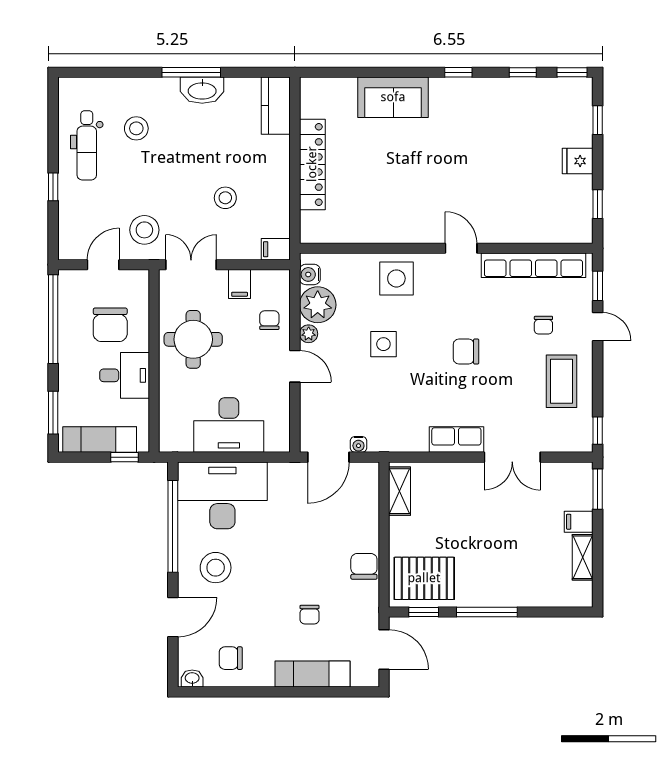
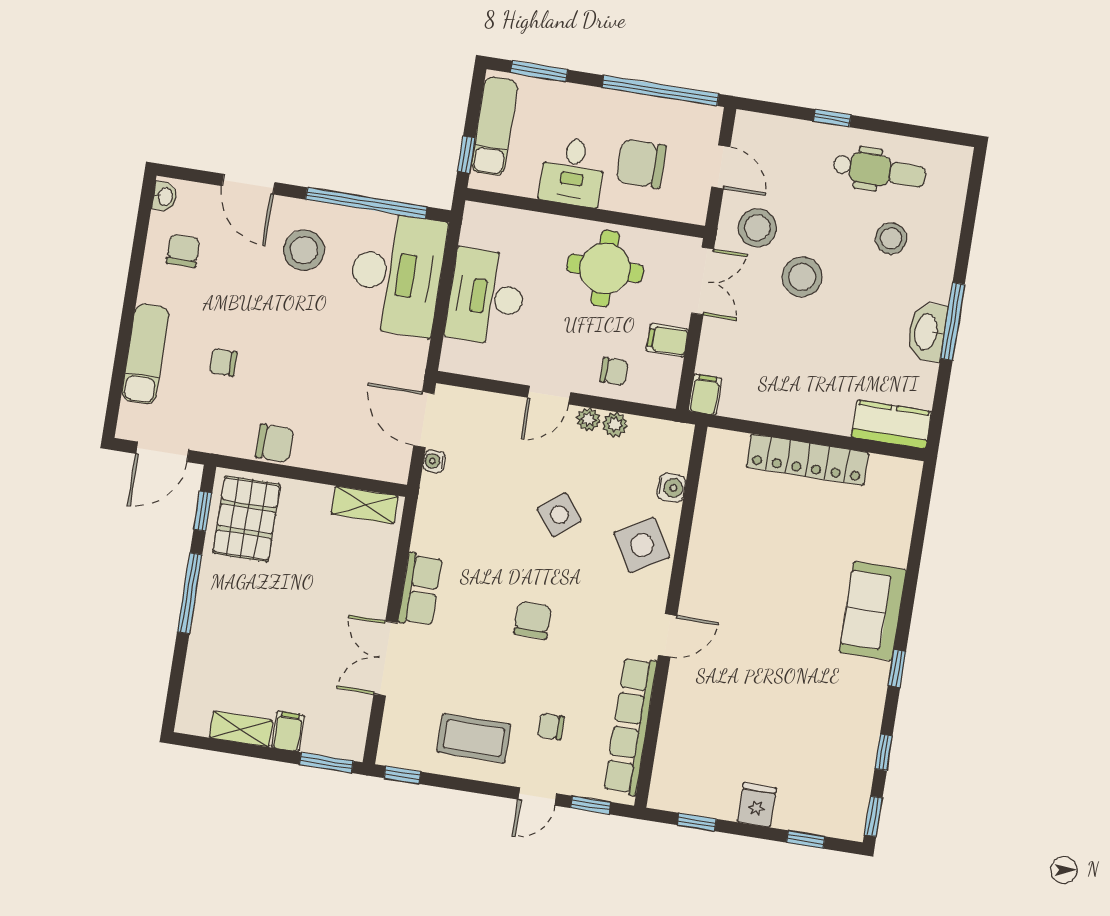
sofa: (393, 97) -> (873, 611), moved
dental chair: (87, 145) -> (879, 170), turned 180
stool: (225, 198) -> (802, 277), moved, width x1.38, depth x1.38
water cooler: (310, 274) -> (671, 488), moved, turned 90
side table: (396, 278) -> (642, 545), turned -30
plant: (318, 305) -> (615, 425), width x0.53, depth x0.53
side table: (383, 344) -> (559, 515), turned -38

